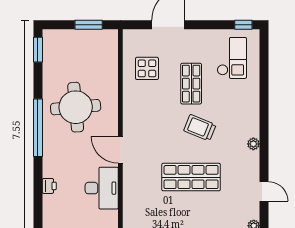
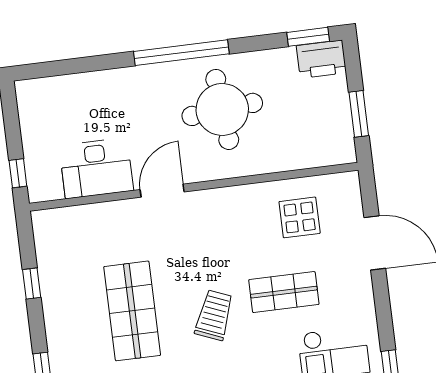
printer: (49, 186) -> (321, 59), moved, width x1.87, depth x1.48

